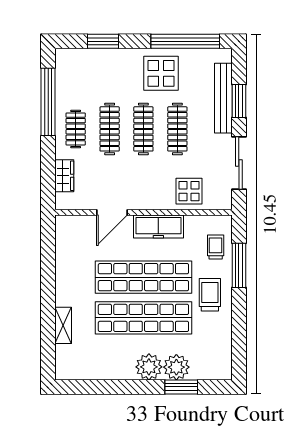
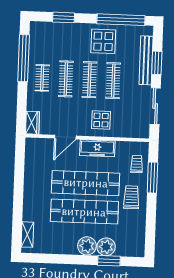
wardrobe: (64, 176) -> (32, 123), moved
display table: (189, 191) -> (101, 120), moved
shelving: (63, 325) -> (27, 235), moved

